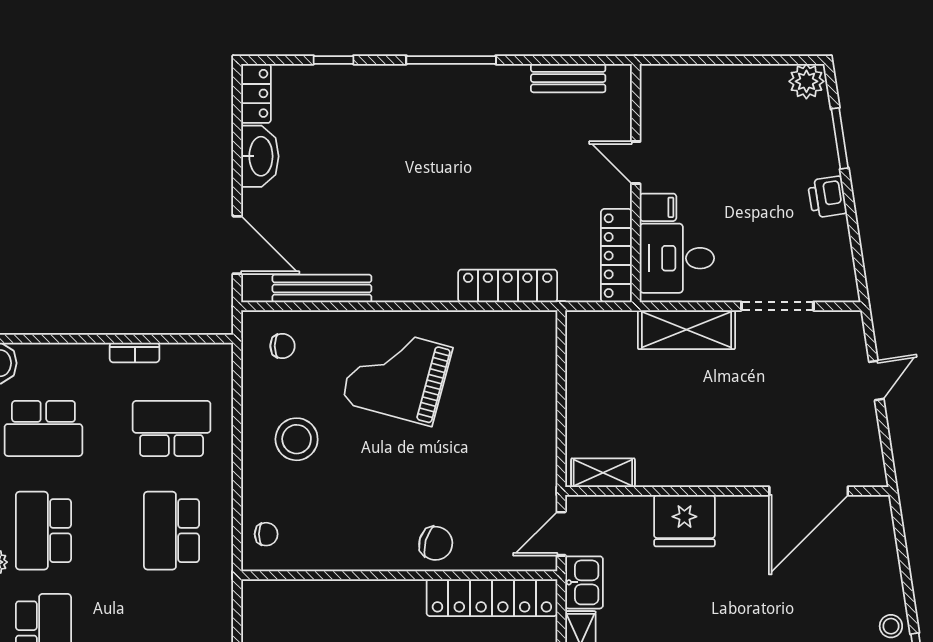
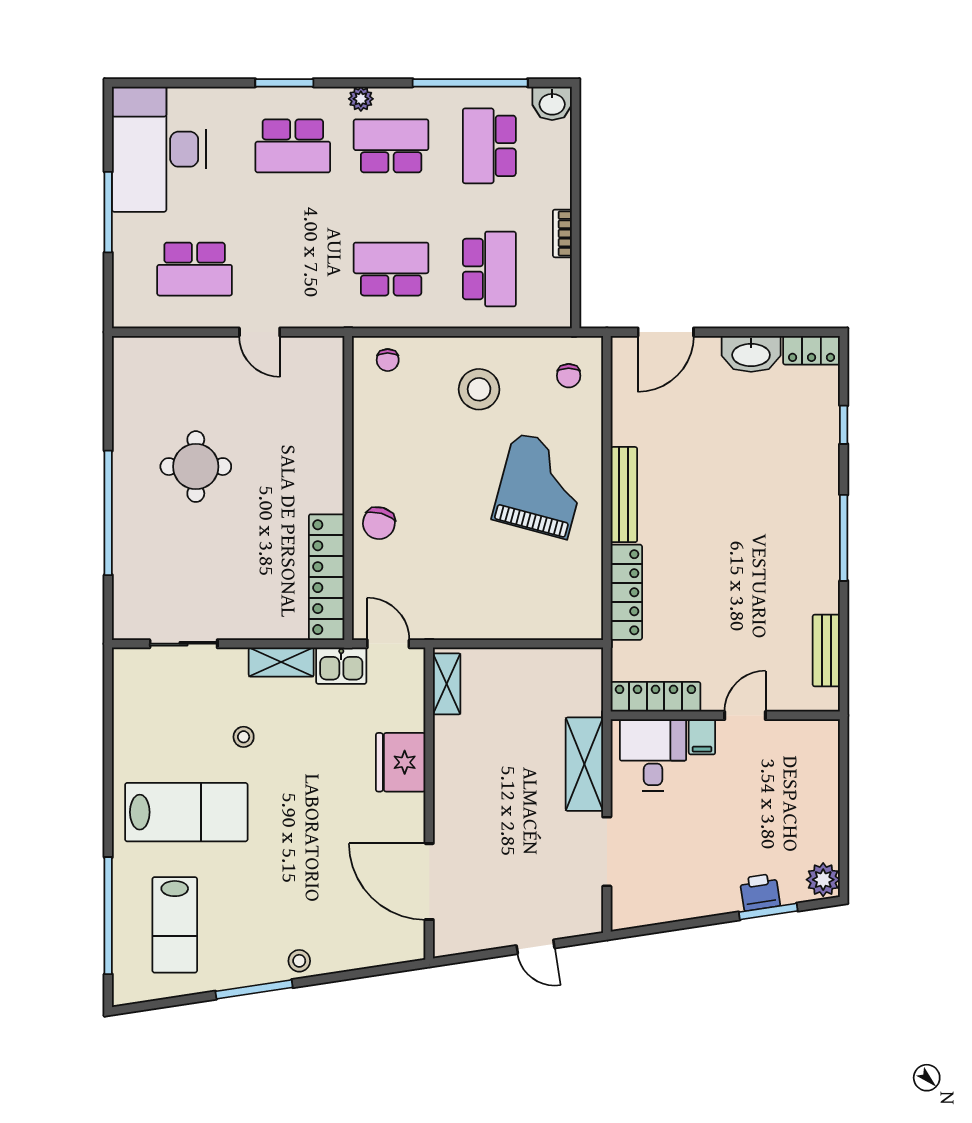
printer: (827, 197) -> (760, 892), moved
bench: (322, 288) -> (624, 495), moved

